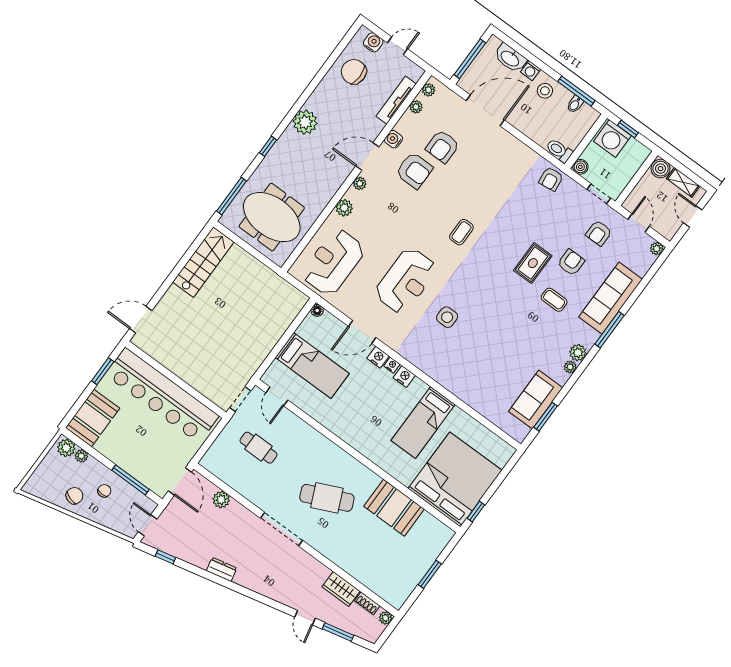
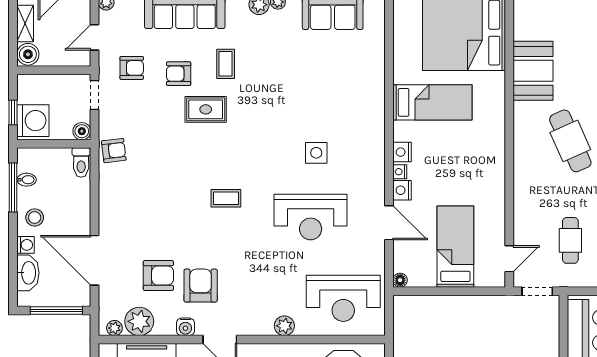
plant: (416, 107) -> (139, 321), width x1.87, depth x1.87
plant: (360, 183) -> (251, 328), removed
reception desk: (406, 281) -> (311, 217), turned 180

